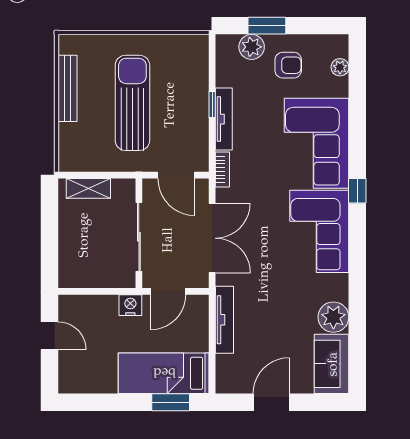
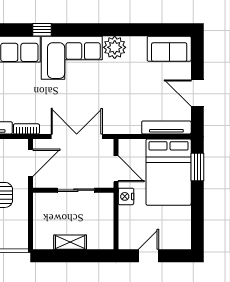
shelving: (88, 188) -> (70, 242), moved, turned 90
sliding door: (139, 237) -> (76, 190), width x0.73
plant: (333, 317) -> (115, 47), moved
tv unit: (224, 320) -> (166, 127), moved
bed: (164, 373) -> (169, 172), width x1.50

